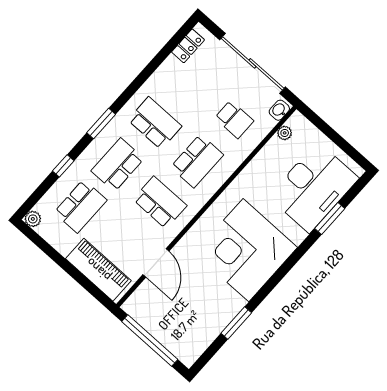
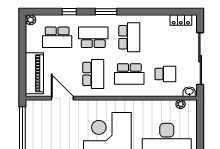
school desk: (234, 119) -> (165, 74), turned -90
door: (156, 263) -> (62, 98), swing flipped

